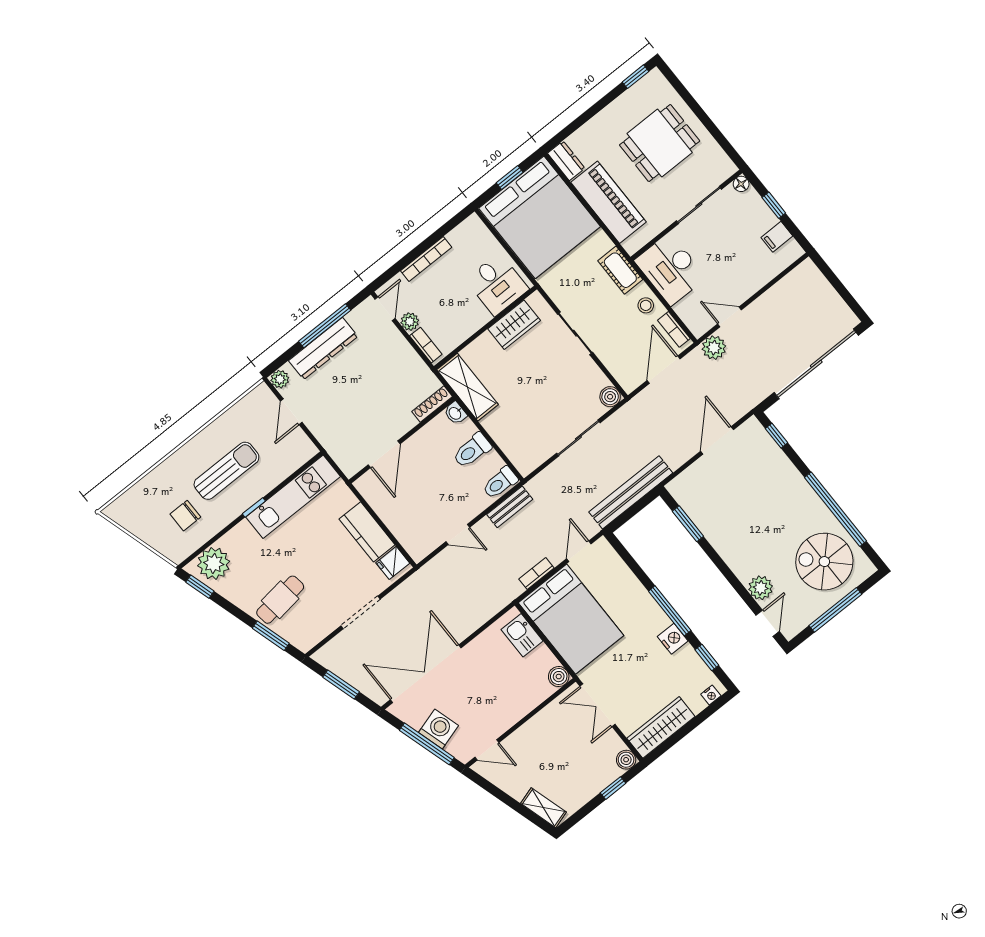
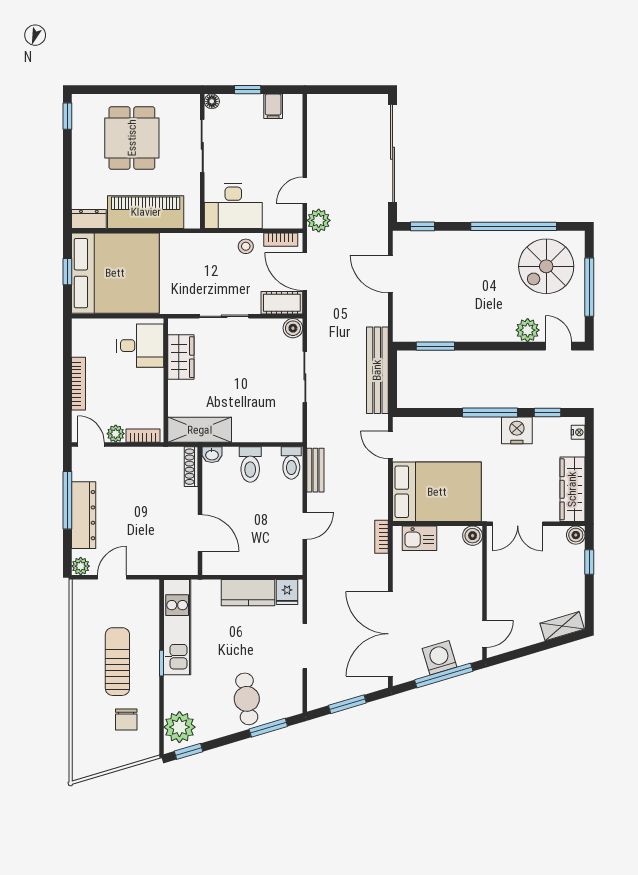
cot: (620, 270) -> (282, 303), moved
door: (291, 412) -> (112, 577), swing flipped
bookcase: (536, 573) -> (382, 537), moved
nightstand: (673, 639) -> (517, 430), width x1.36, depth x1.33

